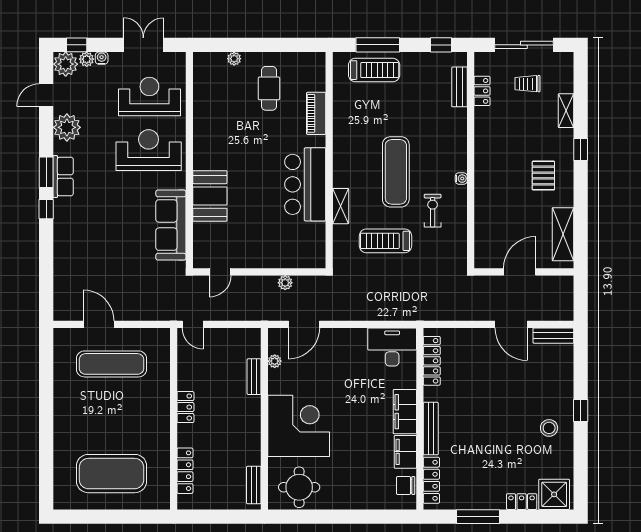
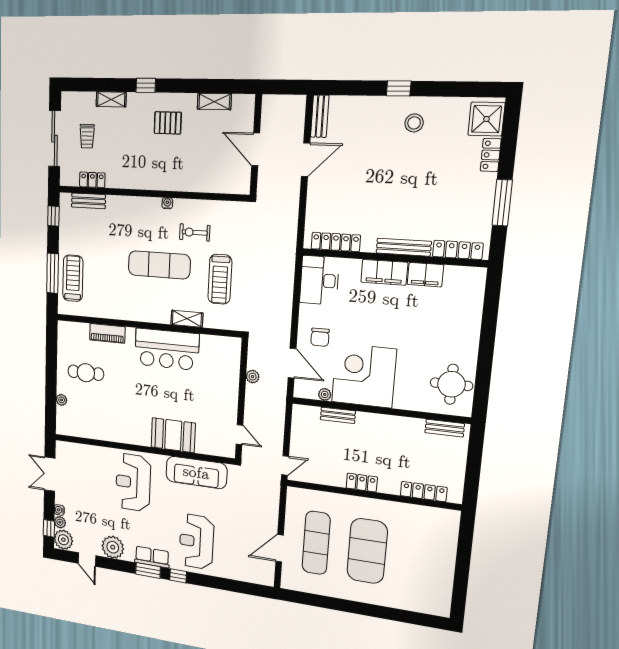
reception desk: (149, 97) -> (196, 542), moved
shelving: (563, 234) -> (214, 102), width x0.67, depth x0.75
corner desk: (299, 426) -> (364, 376), moved
exercise mat: (112, 474) -> (367, 551), moved
chair: (406, 486) -> (320, 337), moved

